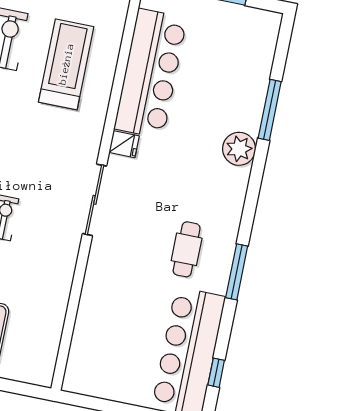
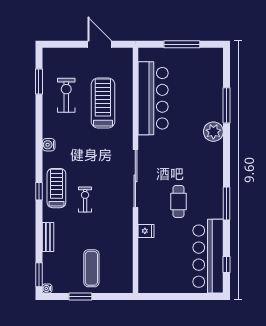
fridge: (124, 144) -> (146, 231), moved
sliding door: (95, 200) -> (135, 178), width x1.36
cafe table: (187, 249) -> (178, 201), moved

